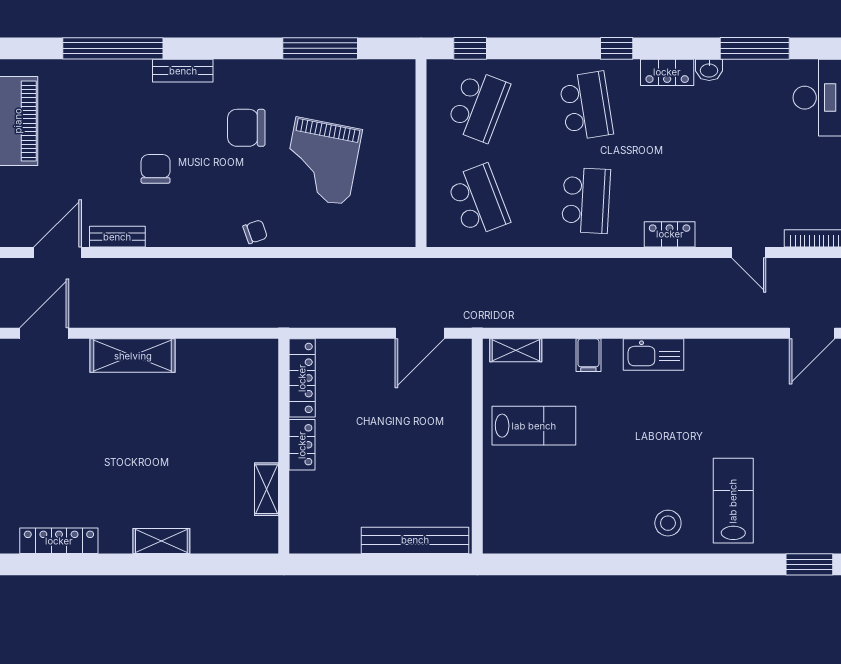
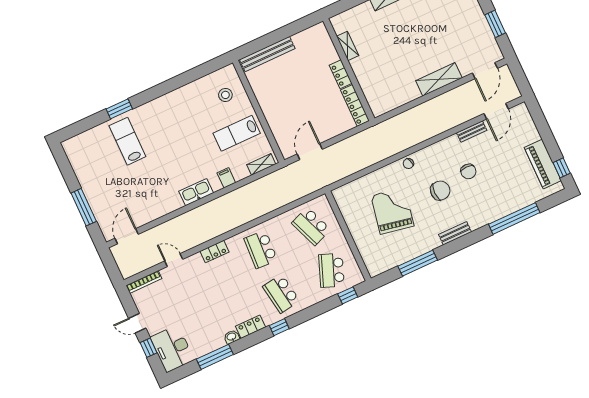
bench: (183, 71) -> (455, 233), moved
chair: (246, 128) -> (440, 191), moved
lab bench: (733, 501) -> (127, 141), turned 180
stool: (668, 523) -> (225, 95), moved
window: (809, 564) -> (119, 109), moved

